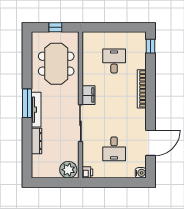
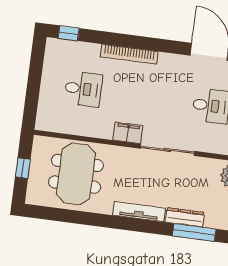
desk: (114, 61) -> (83, 89), turned 180
meeting table: (56, 64) -> (76, 174), turned 90
window: (27, 103) -> (194, 232), moved

